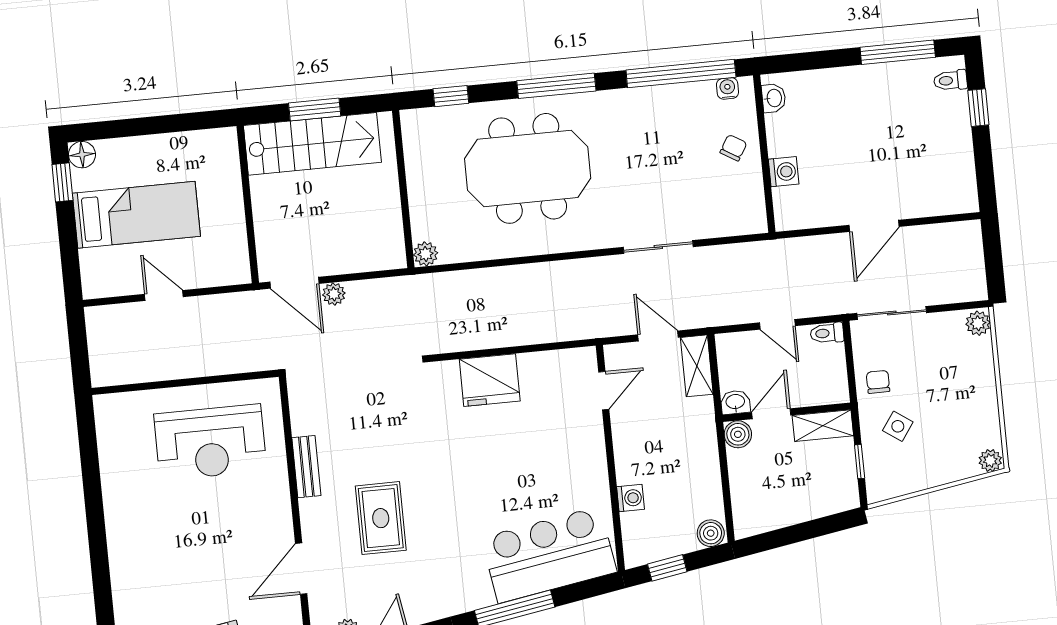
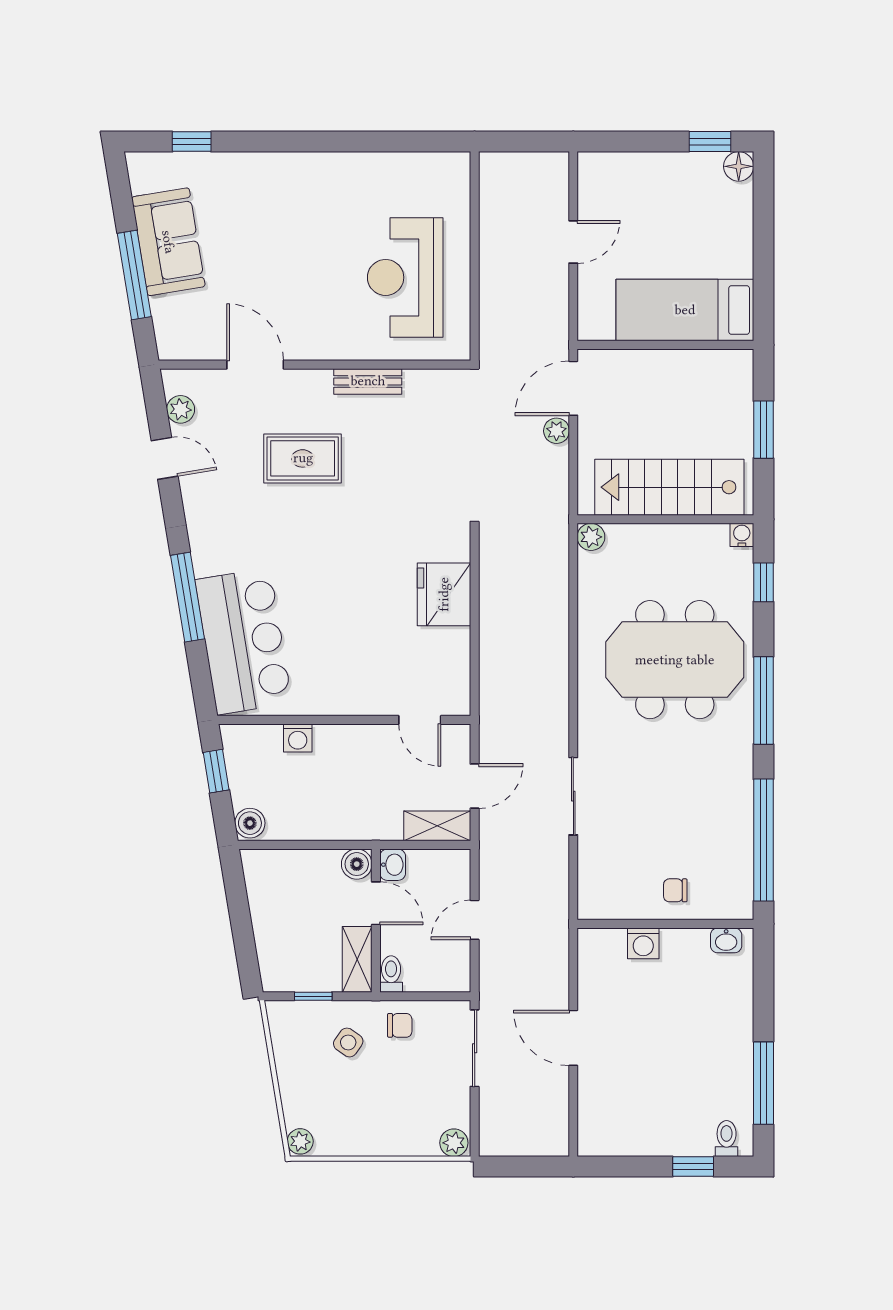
water cooler: (727, 88) -> (742, 535), moved, turned -90
stairs: (312, 144) -> (669, 487), moved, turned 90
chair: (733, 148) -> (675, 890), turned 149
meeting table: (528, 168) -> (675, 660), turned 90
bed: (136, 215) -> (685, 310), moved, turned 90
toilet: (827, 333) -> (391, 974), moved

